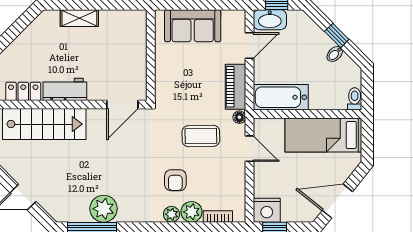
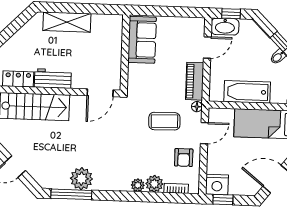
shelving: (79, 18) -> (67, 22), width x1.50, depth x1.33
sofa: (193, 26) -> (142, 40), moved, turned -90
bathtub: (281, 97) -> (247, 92), moved
door: (249, 149) -> (204, 133), hinge flipped
armchair: (175, 180) -> (184, 158), moved

